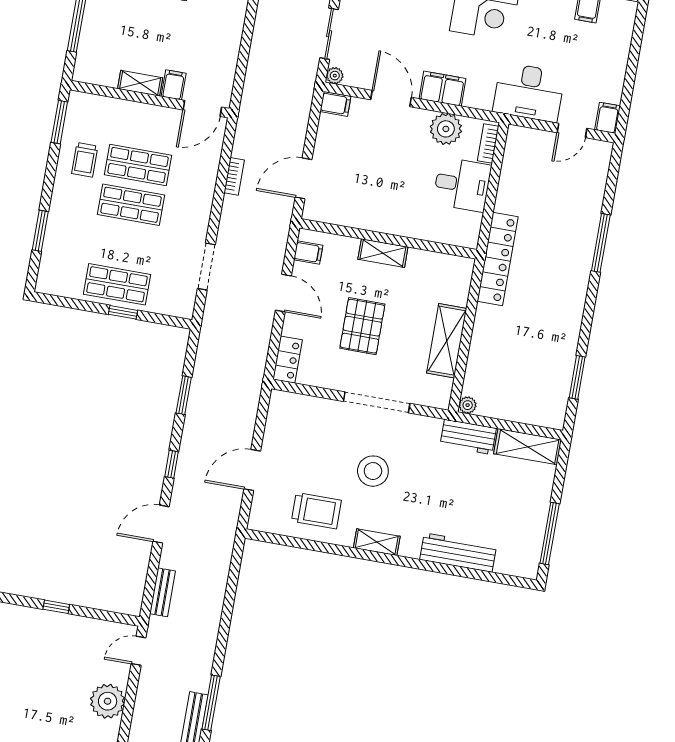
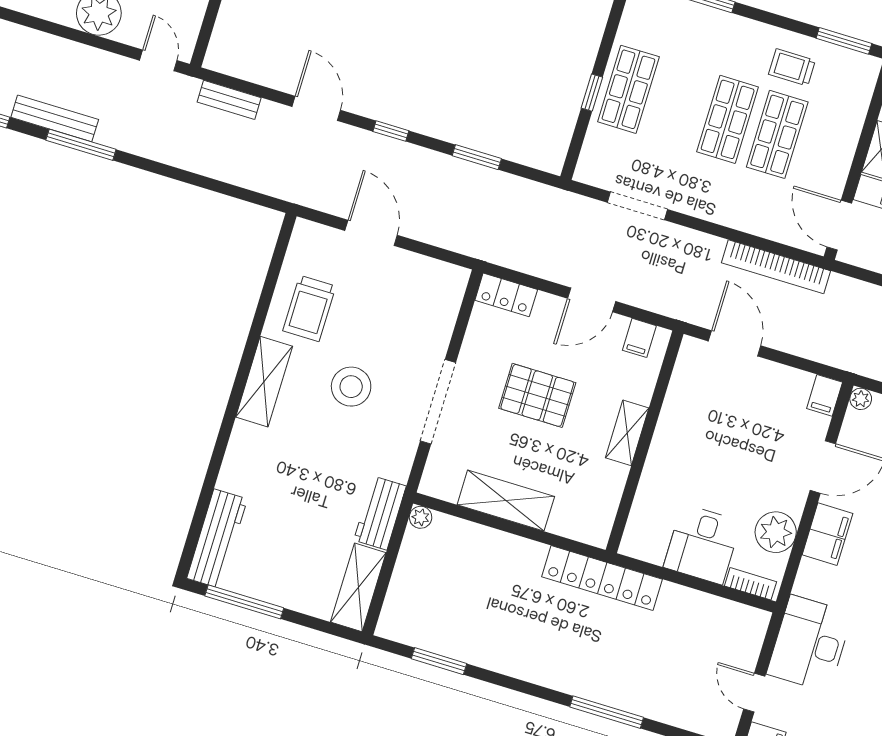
bookcase: (234, 176) -> (776, 267), width x2.31, depth x1.31
shelving: (377, 542) -> (264, 382), width x1.50, depth x1.33
workbench: (458, 553) -> (217, 539), moved

